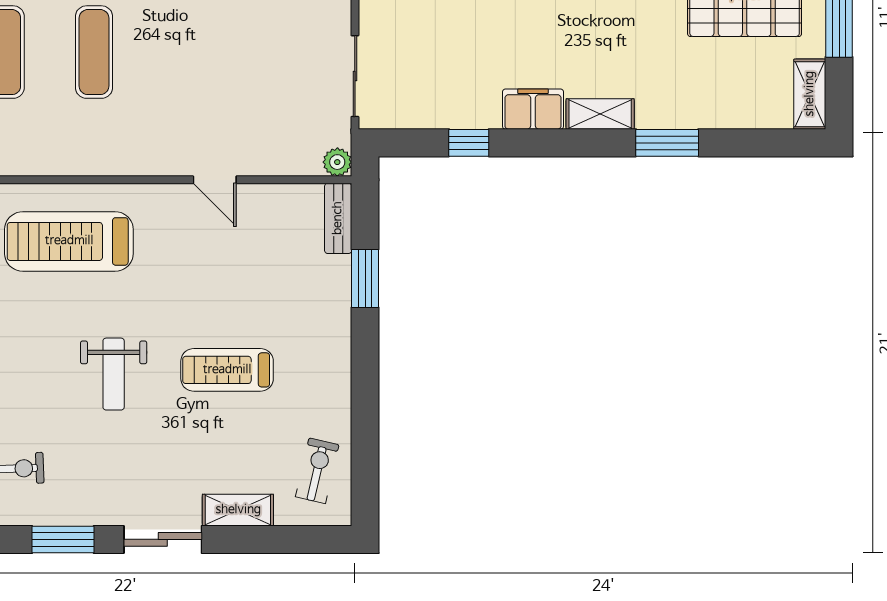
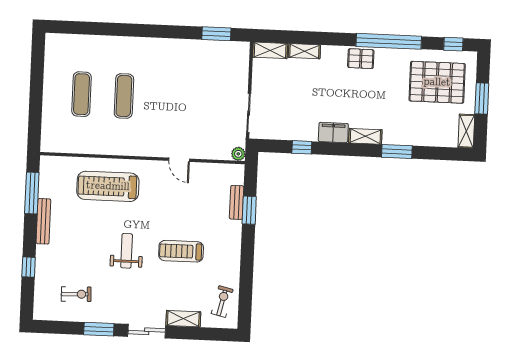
bench: (338, 218) -> (237, 202), moved
weight bench: (114, 374) -> (127, 251), turned 180

